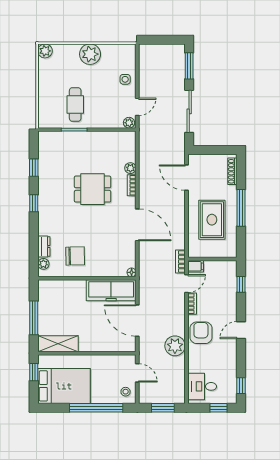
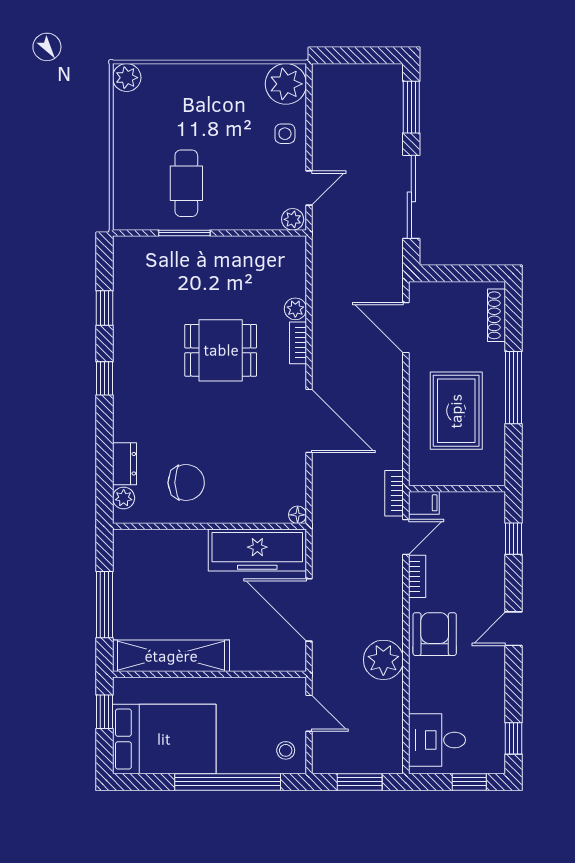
plant: (90, 54) -> (286, 84), moved
shelving: (58, 344) -> (171, 656), width x1.47

